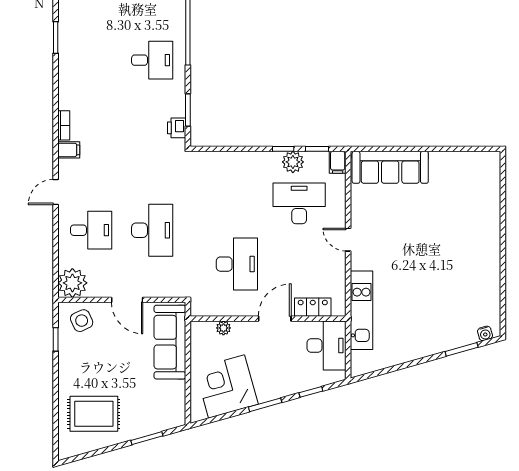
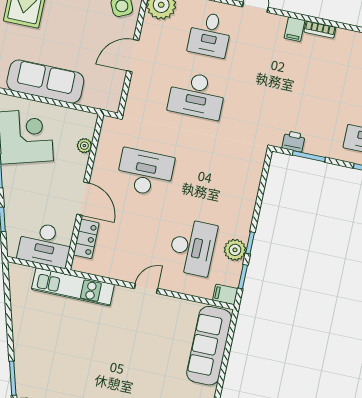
desk: (237, 264) -> (145, 173), turned 180
sofa: (170, 342) -> (45, 82), moved

